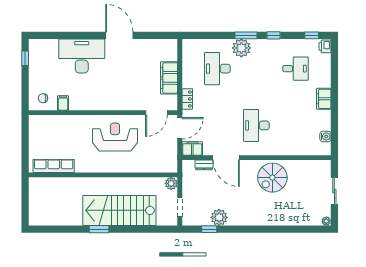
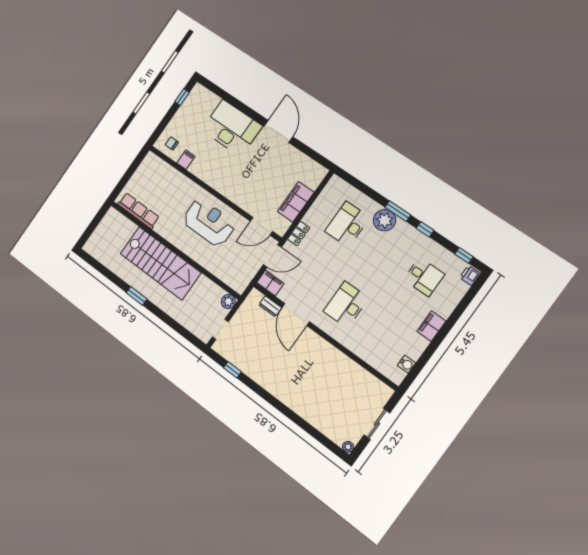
spiral stairs: (272, 178) -> (326, 366), removed
stairs: (119, 210) -> (160, 263), moved, turned 180
plant: (219, 217) -> (249, 366), removed

